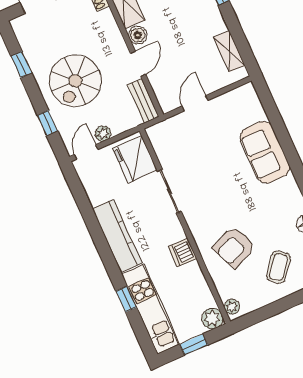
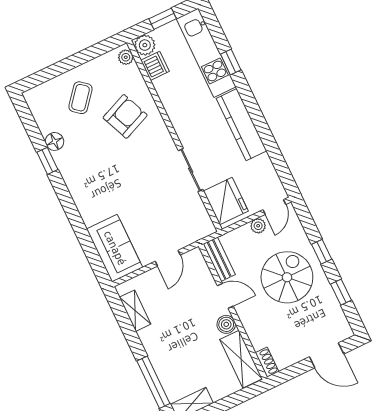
door: (138, 64) -> (225, 296), swing flipped
window: (47, 123) -> (322, 252), moved
sofa: (265, 152) -> (115, 248), moved
dishwasher: (183, 252) -> (155, 66), moved

